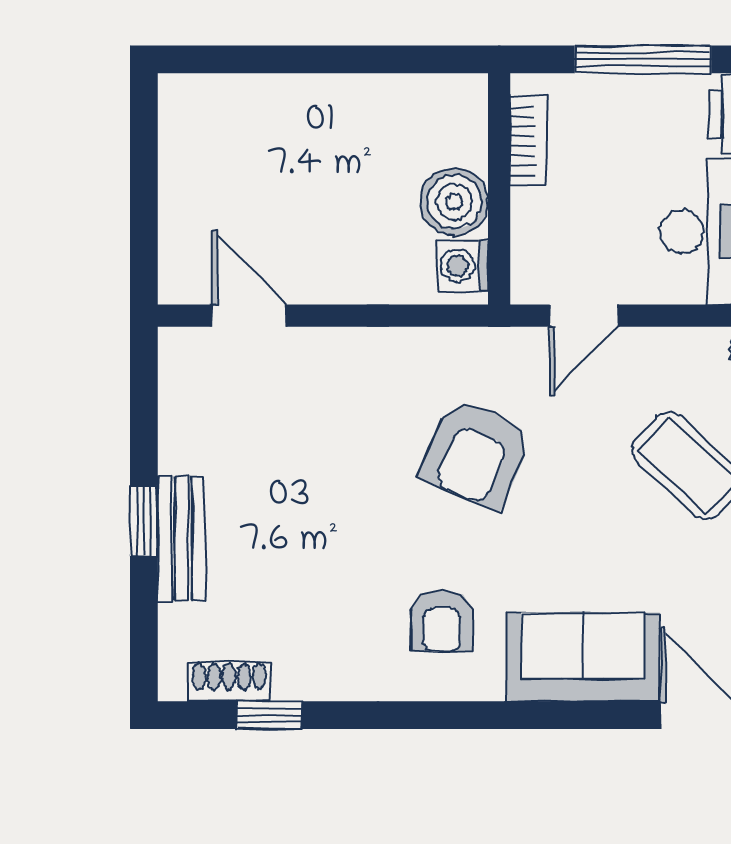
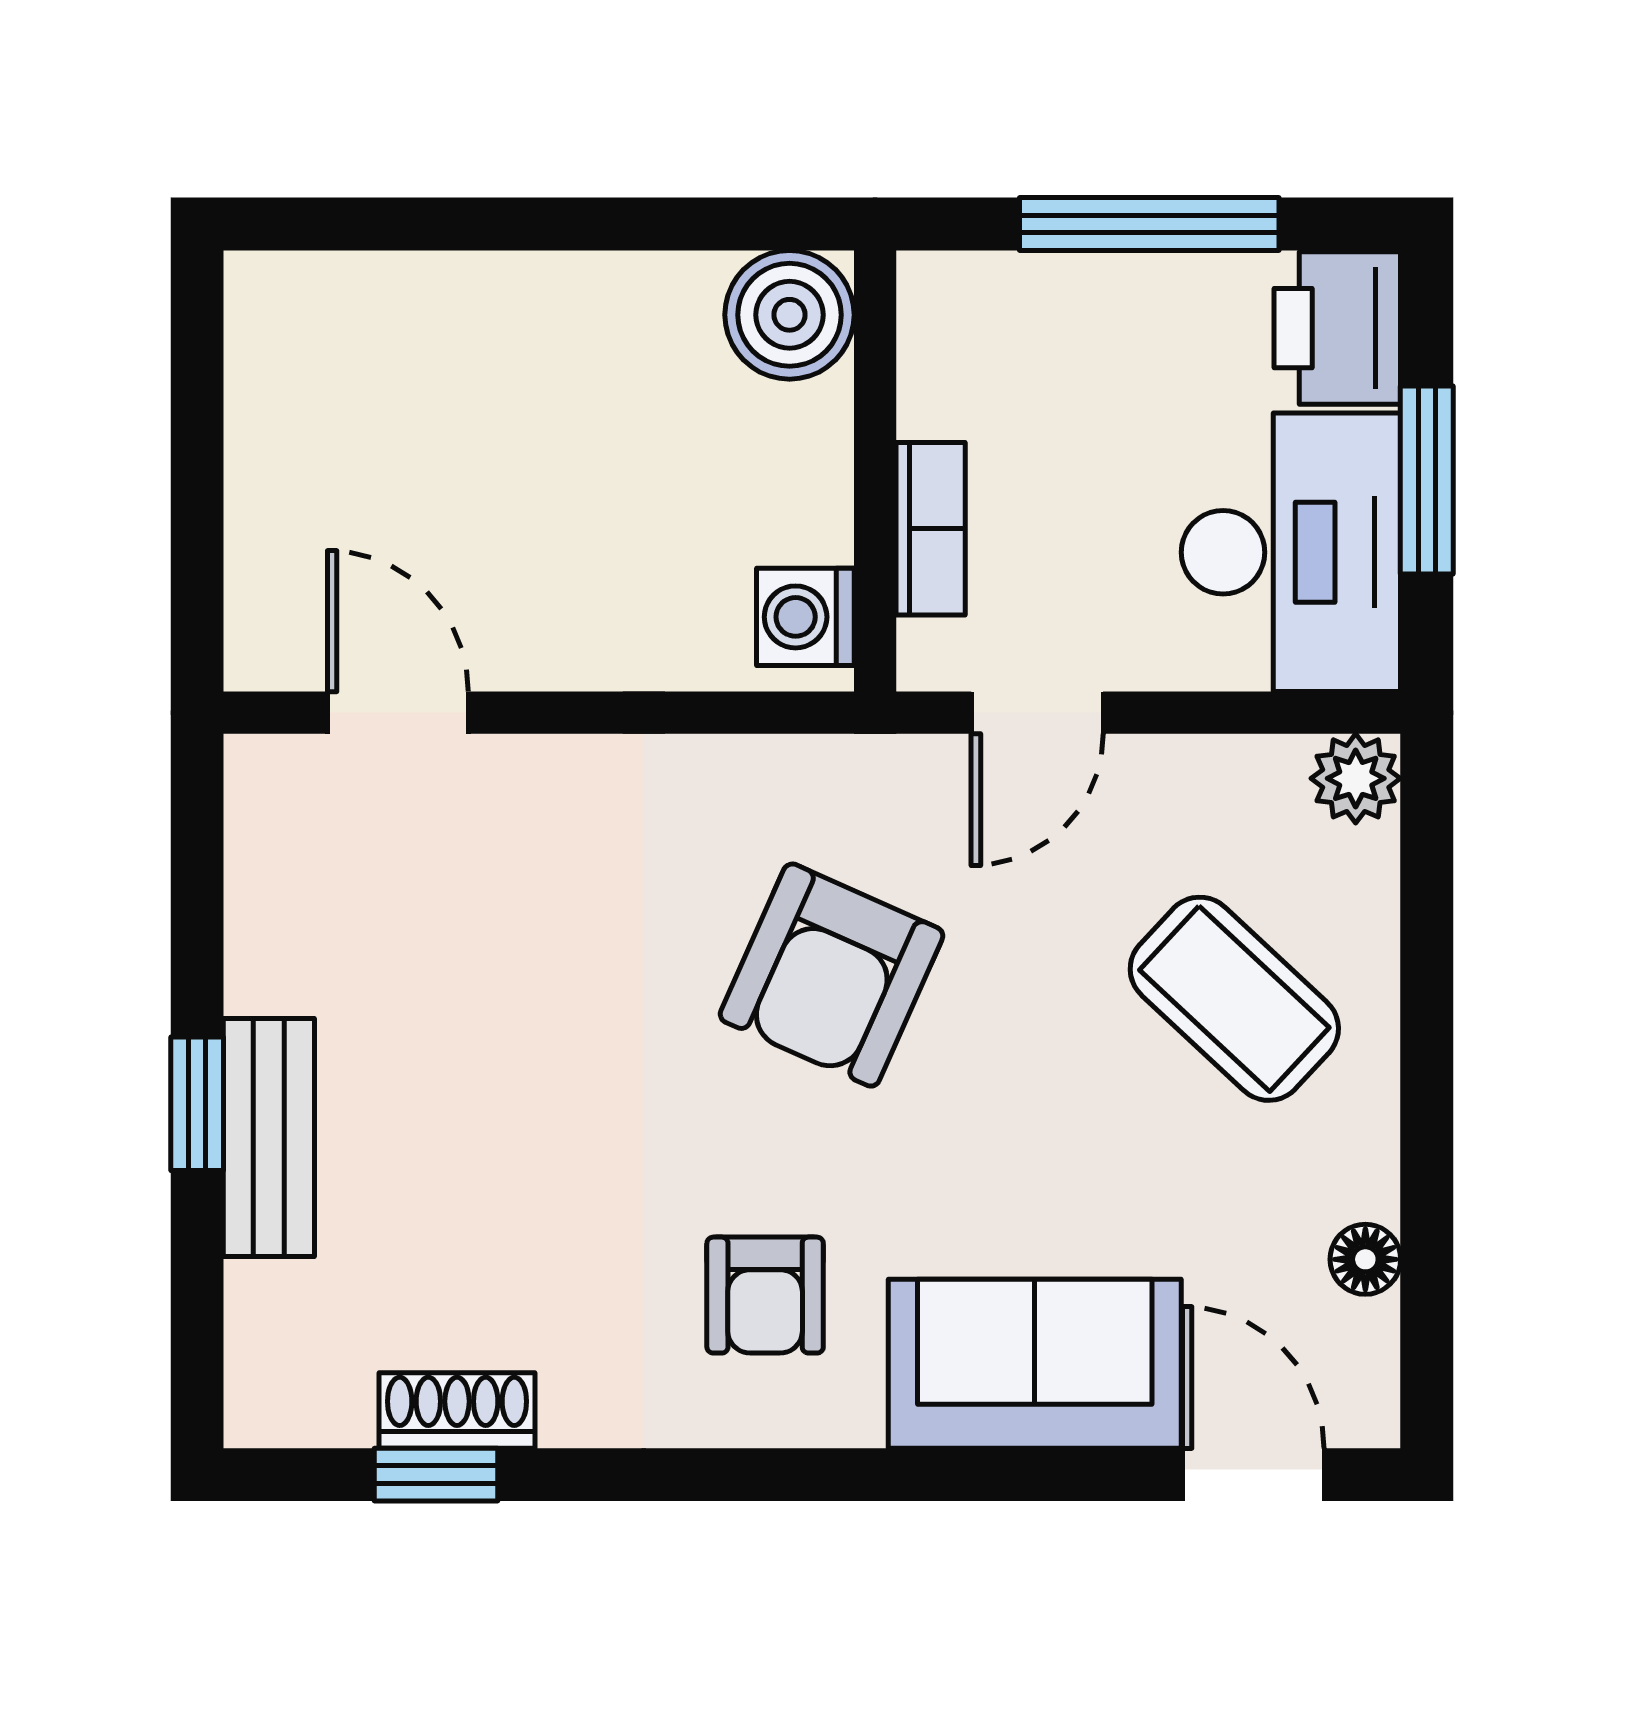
bookcase: (528, 141) -> (931, 529), moved
boiler: (454, 202) -> (790, 315), moved
shoe rack: (229, 682) -> (457, 1410), moved

